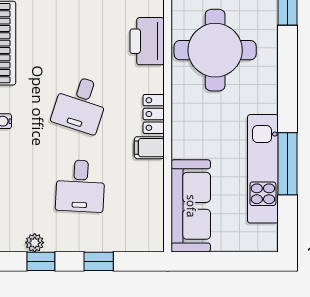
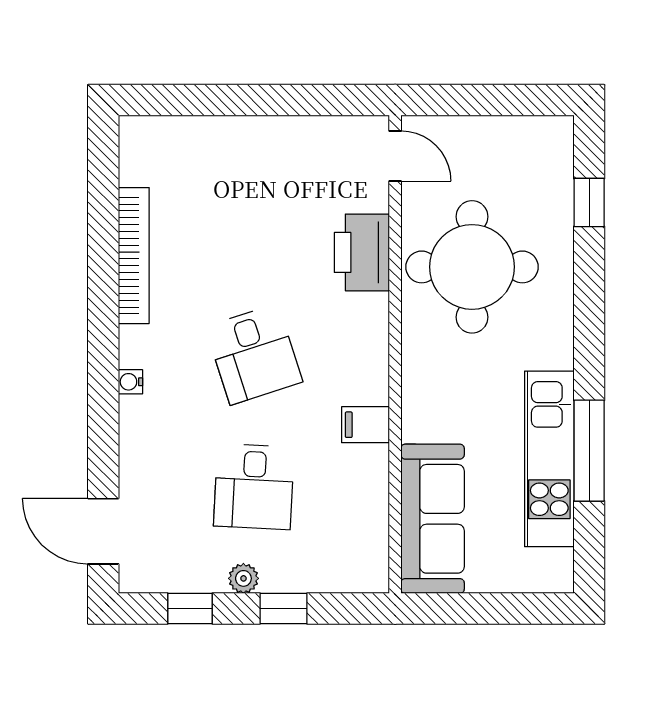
desk: (80, 104) -> (254, 354), turned -36
locker: (154, 114) -> (373, 370), removed
plant: (35, 243) -> (243, 578), moved

